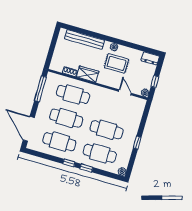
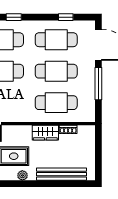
window: (40, 89) -> (98, 84), moved
window: (69, 163) -> (66, 17), moved

